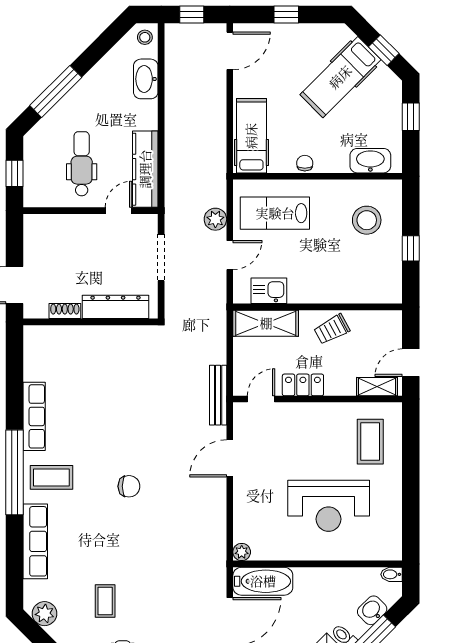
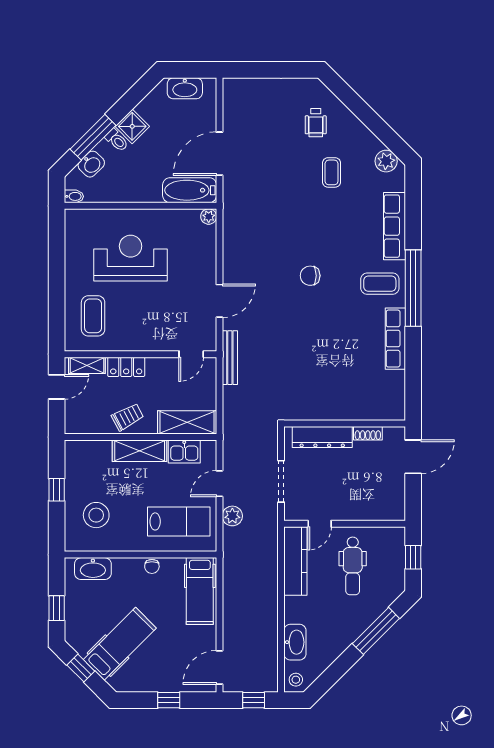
shelving: (318, 292) -> (140, 451), added
locker: (303, 385) -> (126, 367), moved

